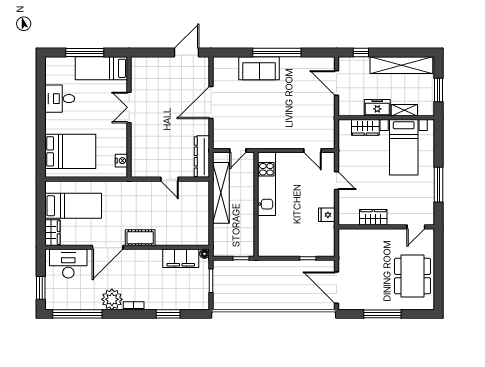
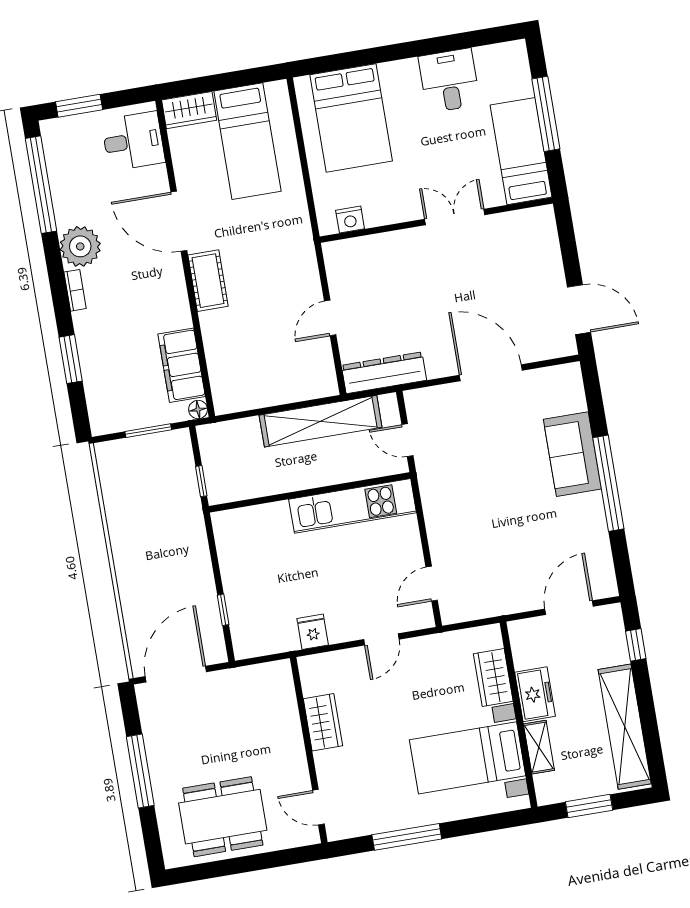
desk: (68, 264) -> (133, 141), width x0.73

